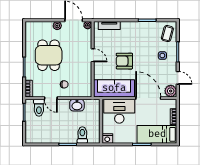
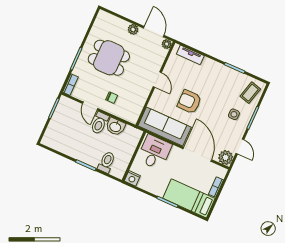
dining table: (49, 55) -> (109, 58), turned 90
toilet: (39, 108) -> (100, 123), moved
desk: (119, 111) -> (154, 152), width x0.73

